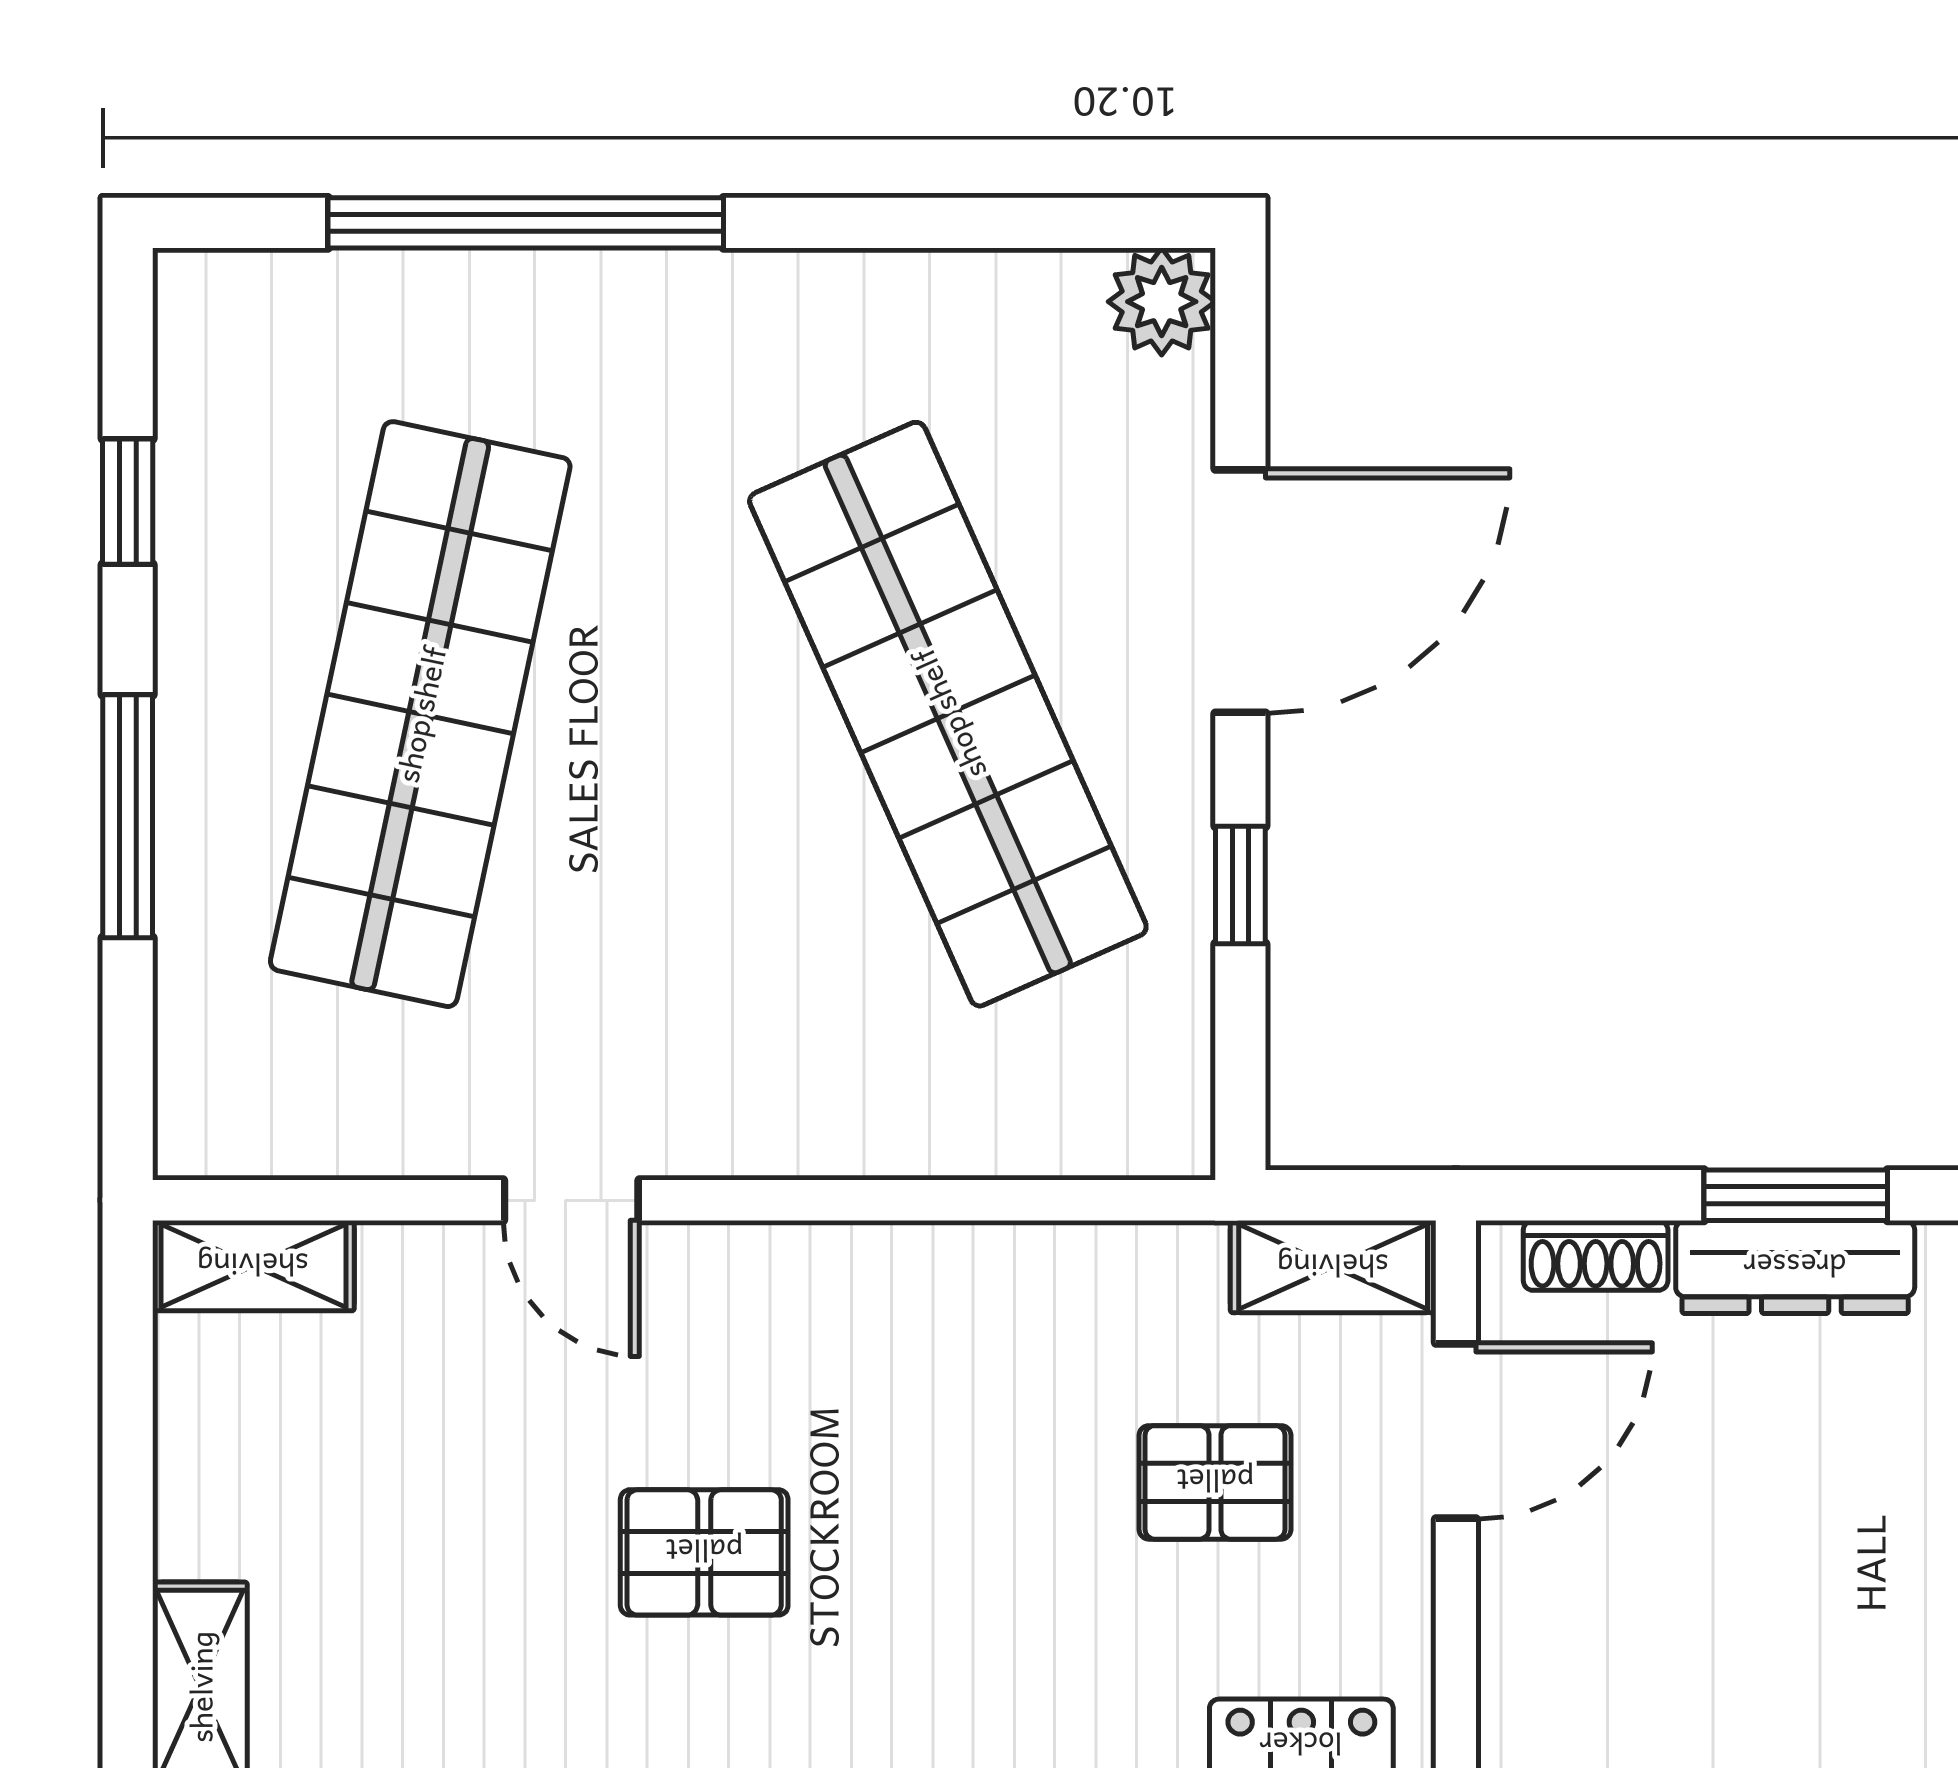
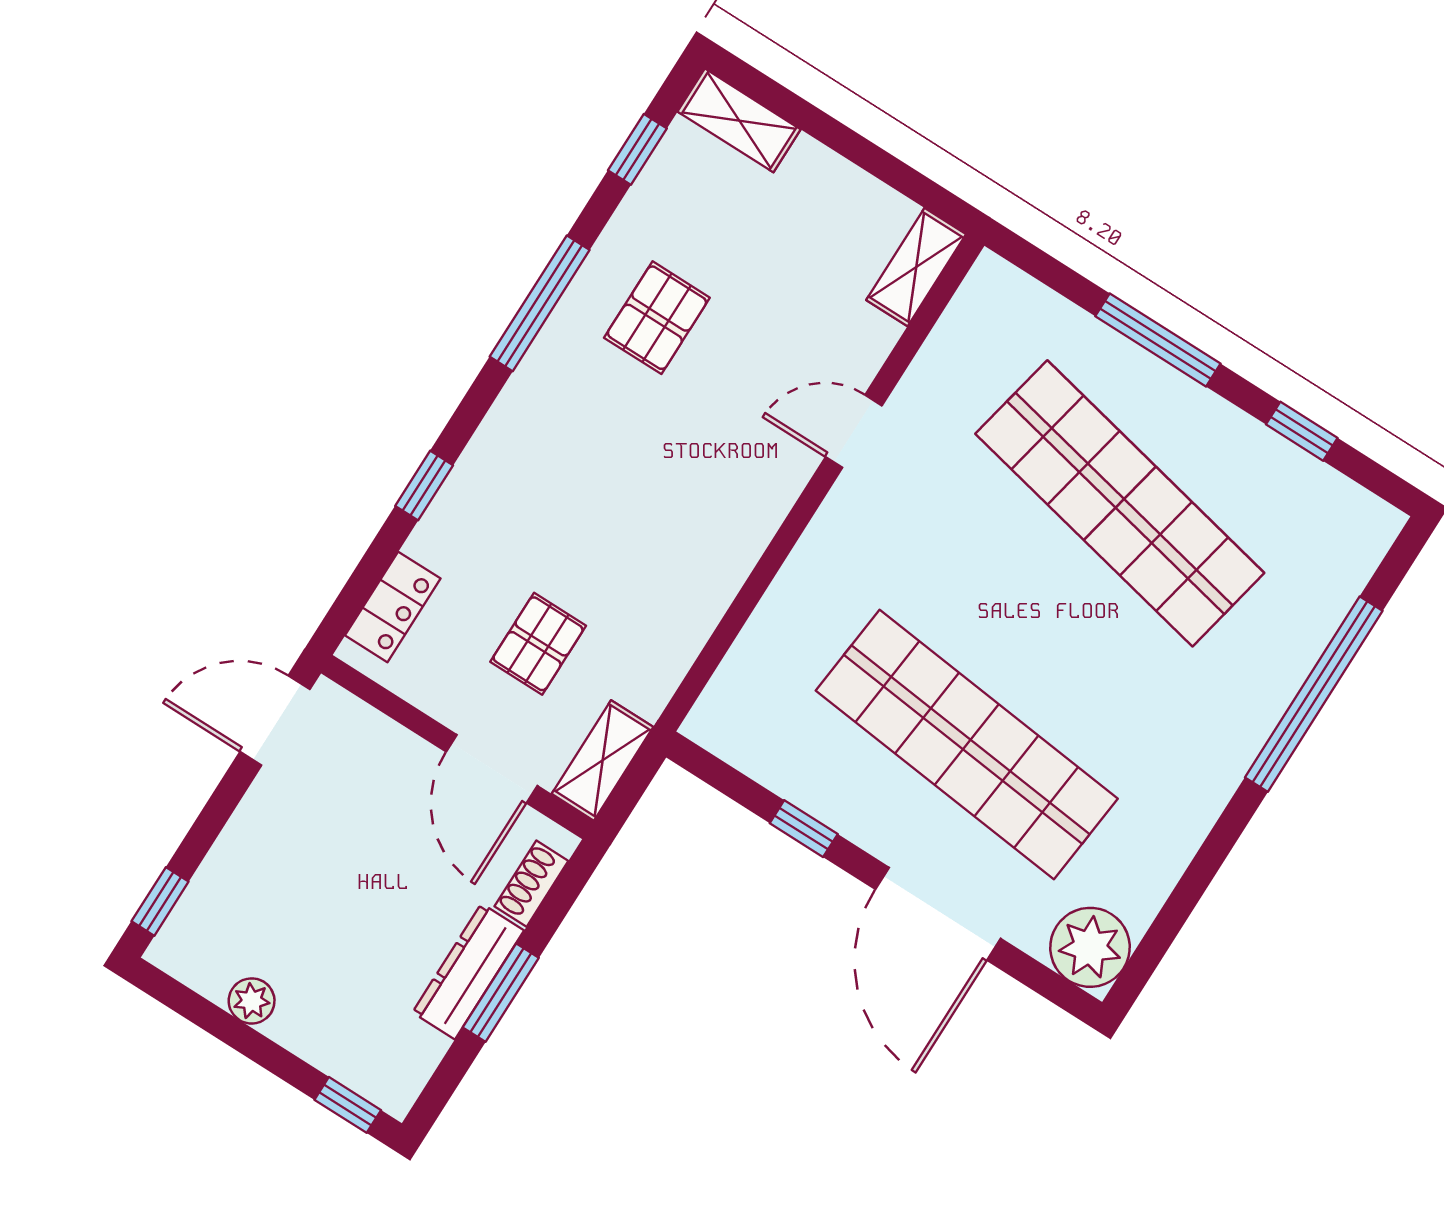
plant: (1162, 302) -> (1090, 947), width x1.36, depth x1.36
shop shelf: (948, 714) -> (967, 745), turned 30
pallet: (704, 1552) -> (657, 318), moved

